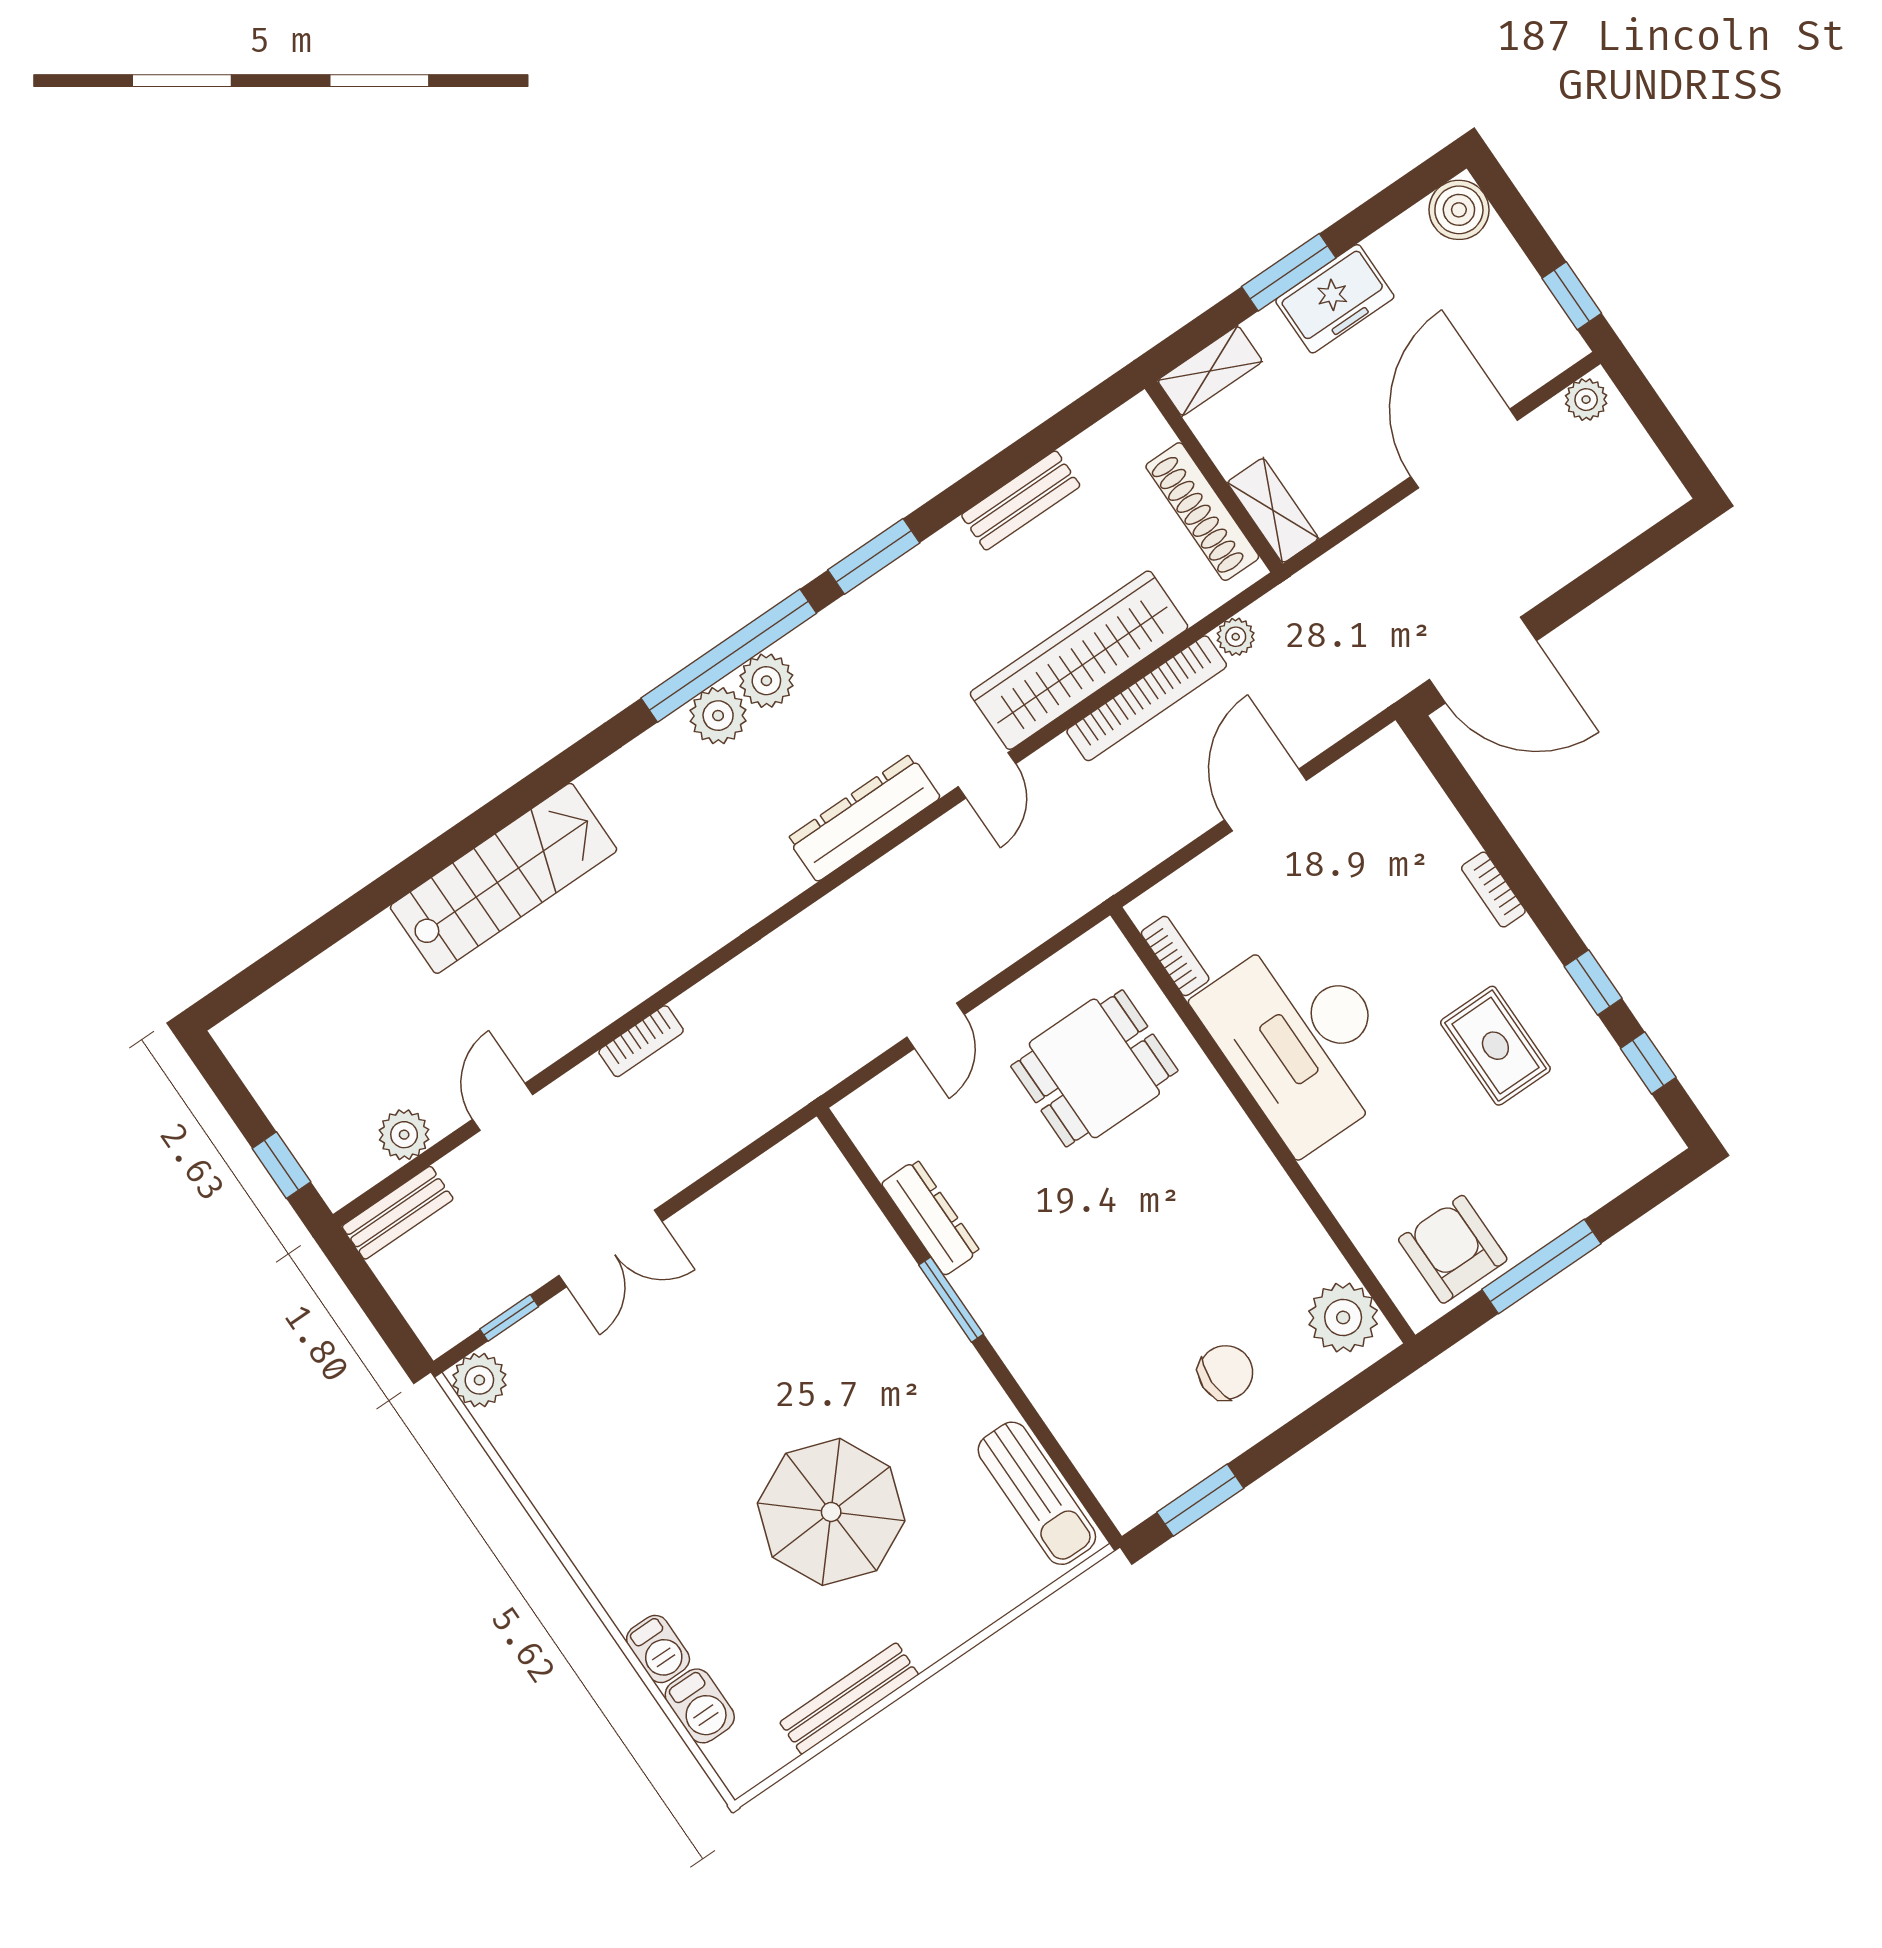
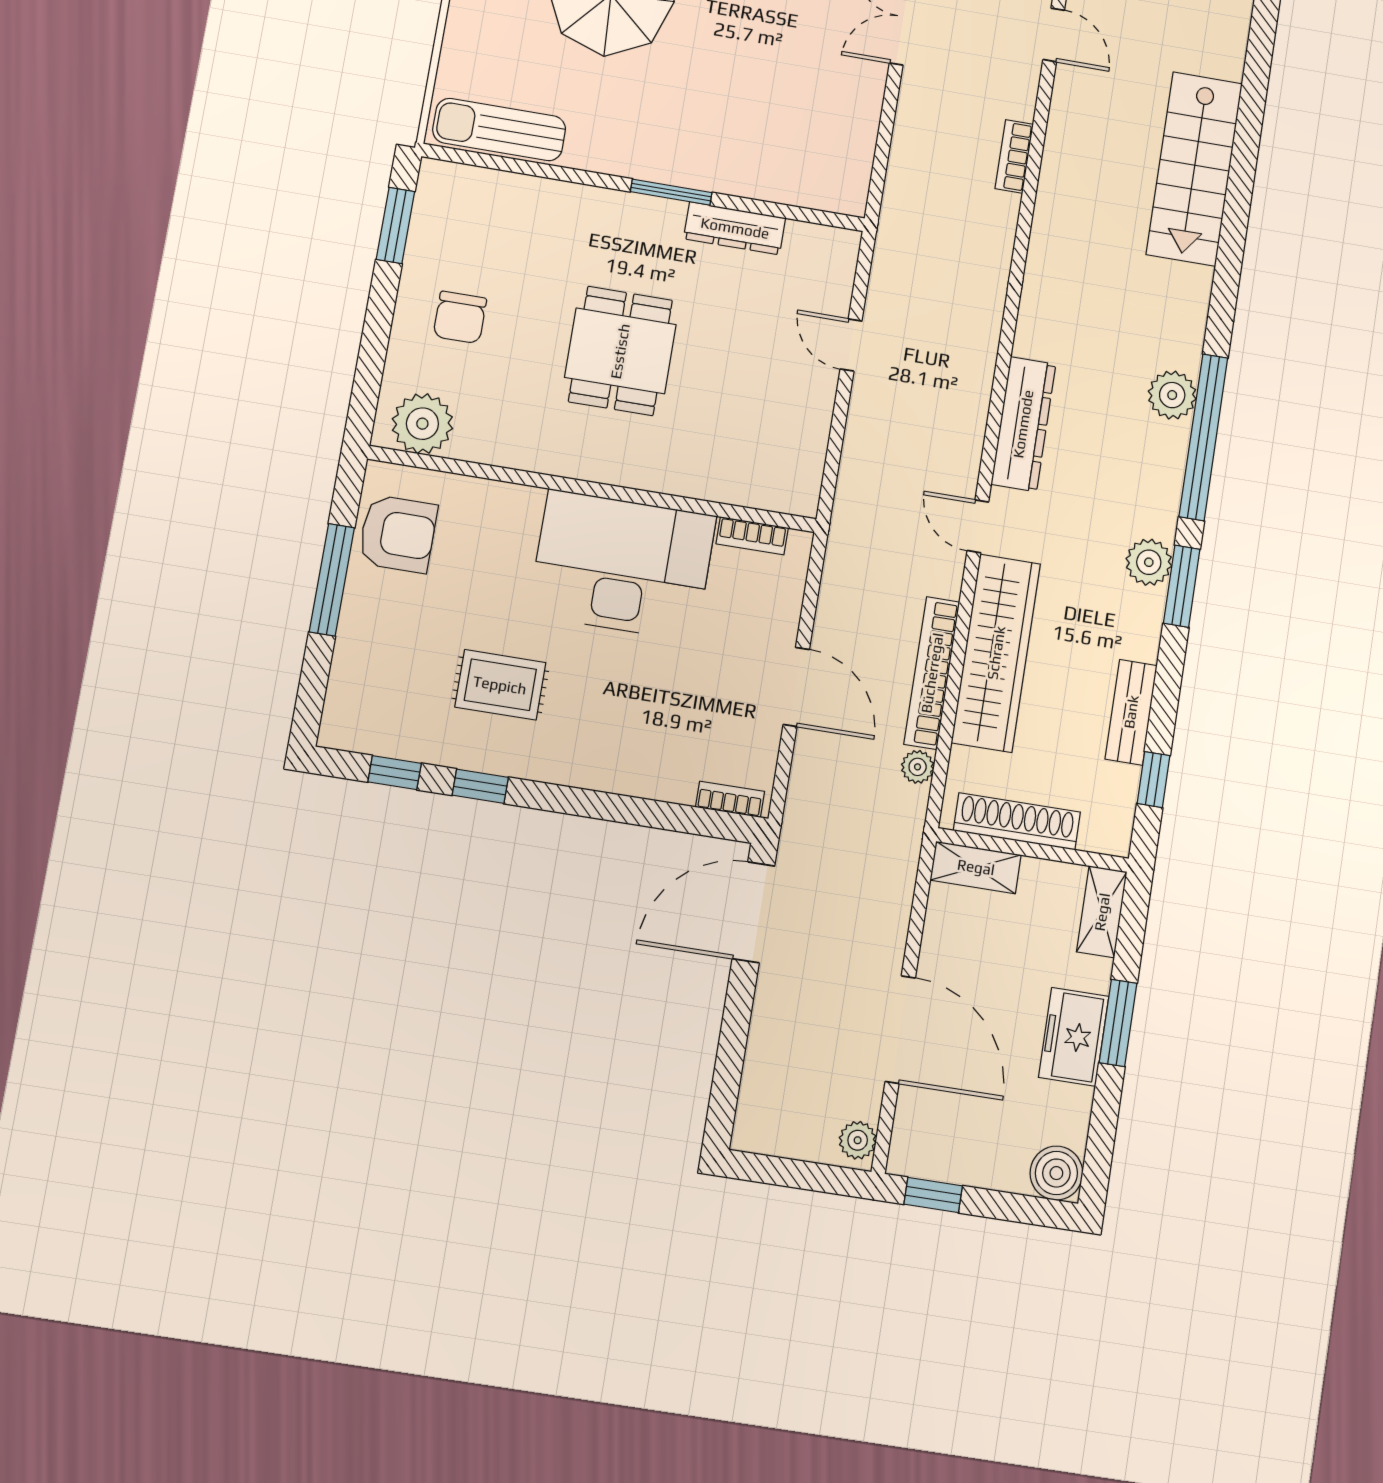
window: (1059, 429) -> (1153, 780), added
plant: (766, 681) -> (1149, 562), moved
bookcase: (1493, 890) -> (730, 799), moved
dining table: (1094, 1068) -> (620, 351), moved

